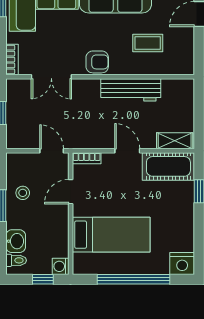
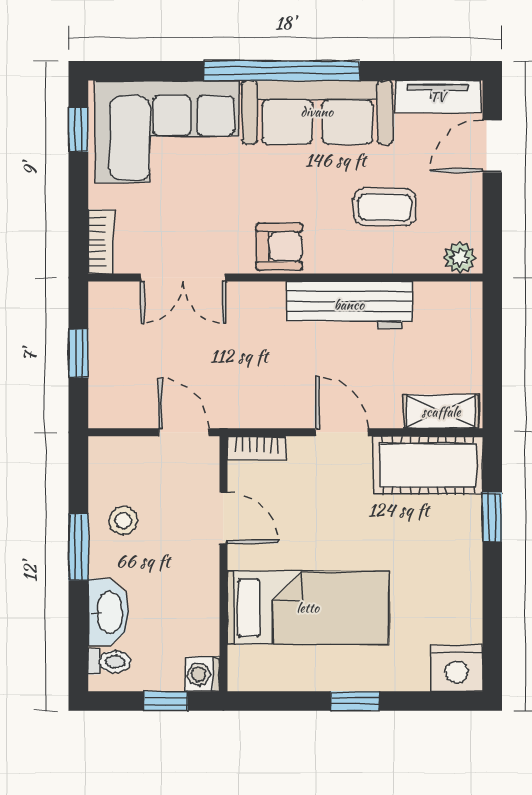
plant: (184, 67) -> (460, 258), added
door: (71, 192) -> (223, 518), swing flipped
washbasin: (16, 241) -> (108, 612), width x1.38
window: (133, 279) -> (355, 701), width x0.32

